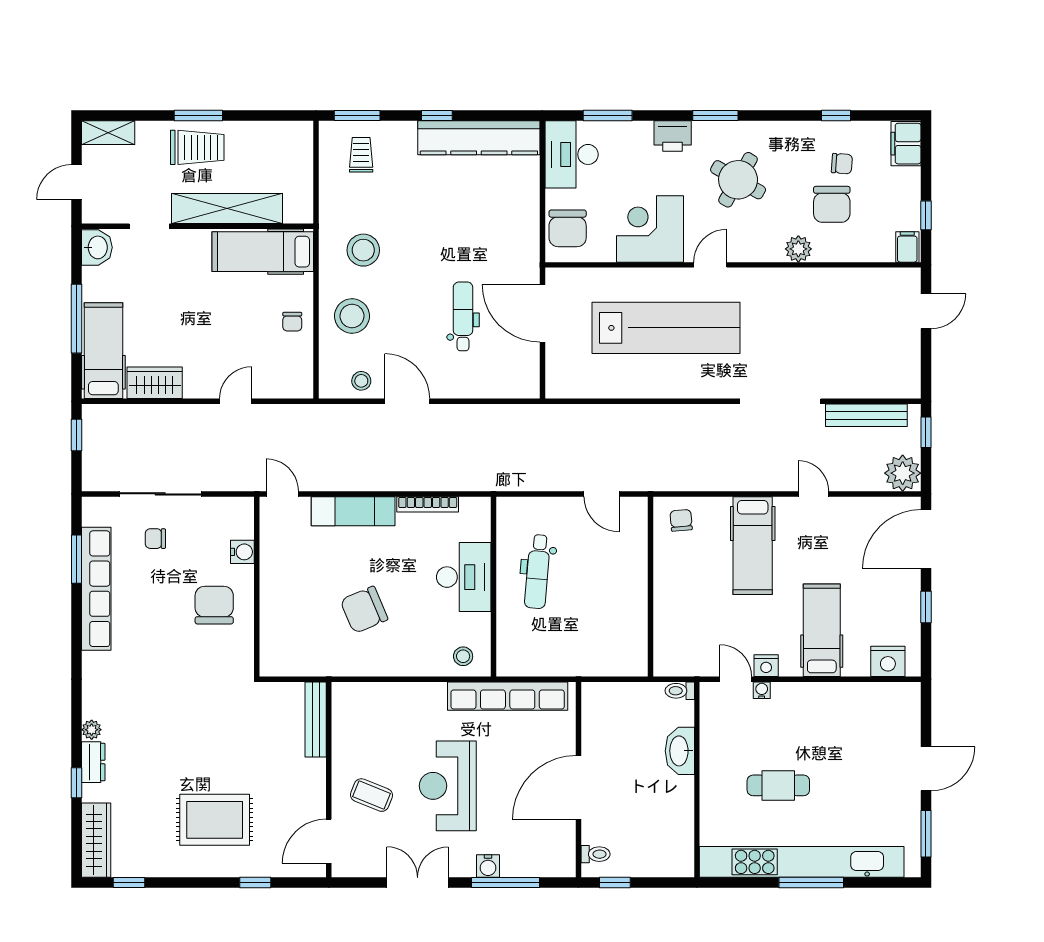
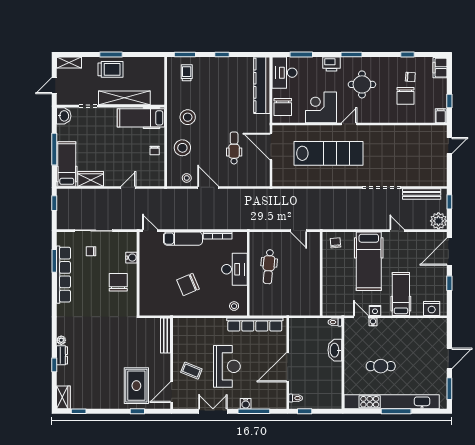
kitchen counter: (479, 138) -> (262, 85), moved, turned 90
round table: (738, 180) -> (362, 84), turned -30
plant: (798, 249) -> (390, 117), removed
hospital bed: (753, 546) -> (369, 261), width x1.37, depth x1.29
reception desk: (448, 786) -> (227, 366), turned 180
rug: (215, 820) -> (136, 386), moved, turned 90
wardrobe: (96, 840) -> (63, 397), width x0.67

